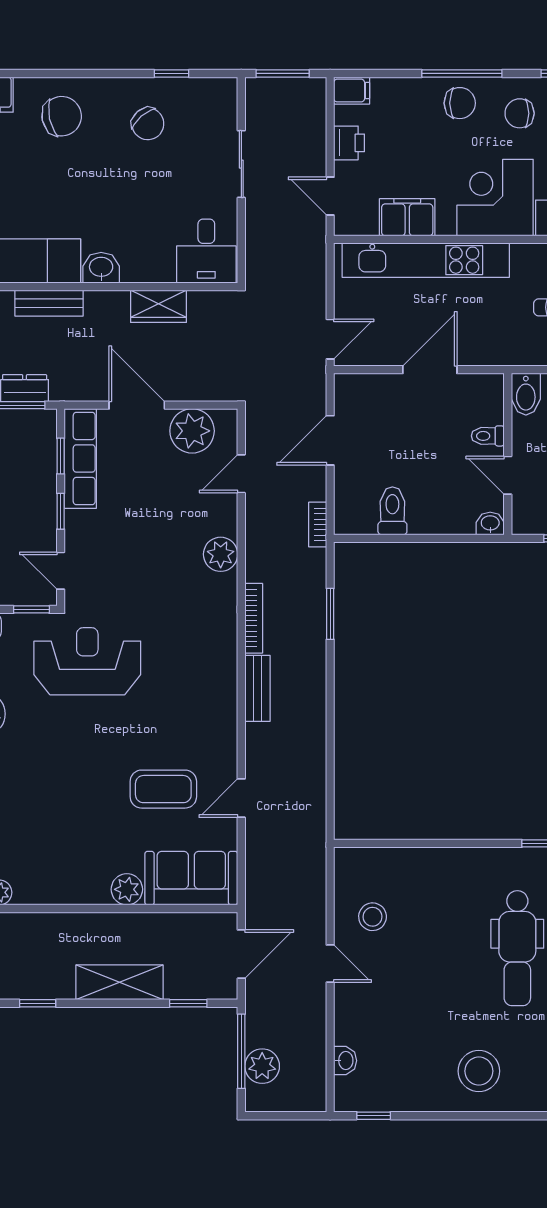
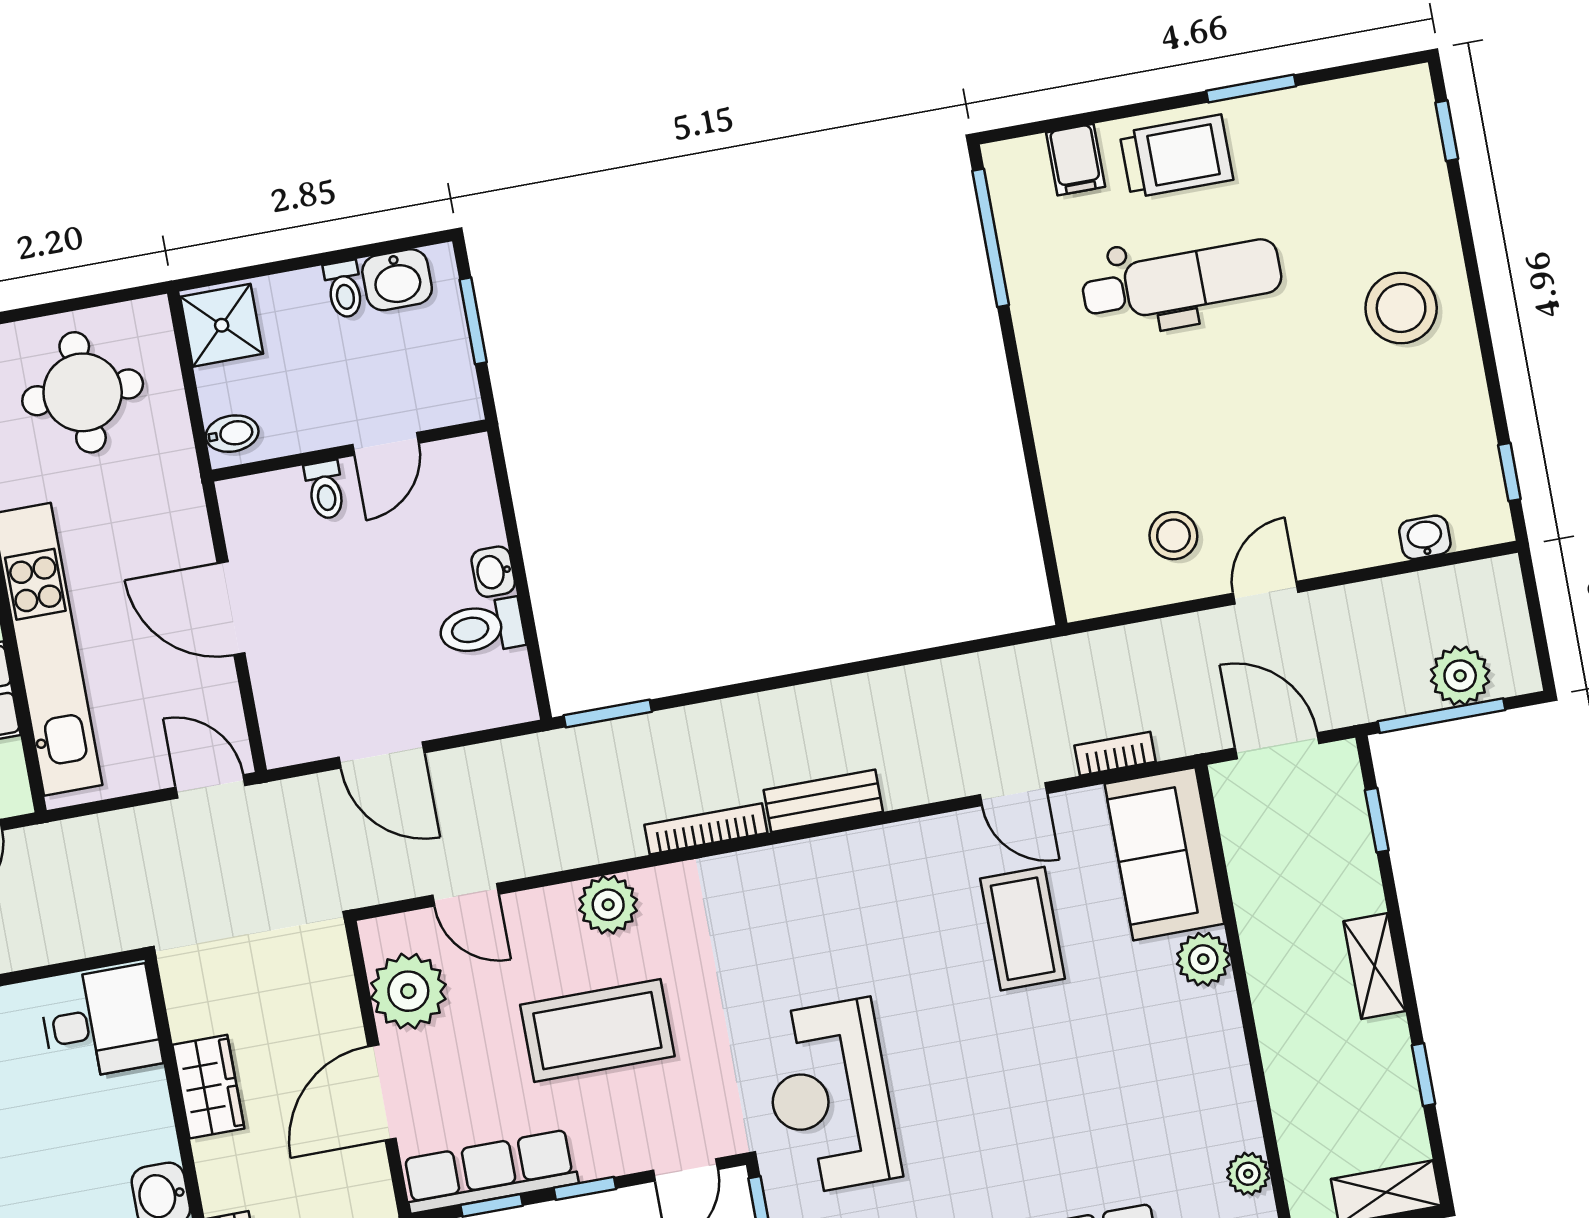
bidet: (526, 394) -> (232, 434), width x0.72, depth x0.74
washbasin: (490, 524) -> (493, 572), moved
bookcase: (318, 525) -> (1115, 754), moved, turned 180
coffee table: (150, 535) -> (597, 1031), added
window: (330, 614) -> (608, 713), moved
shelving: (119, 982) -> (1375, 966), width x0.67, depth x0.75

